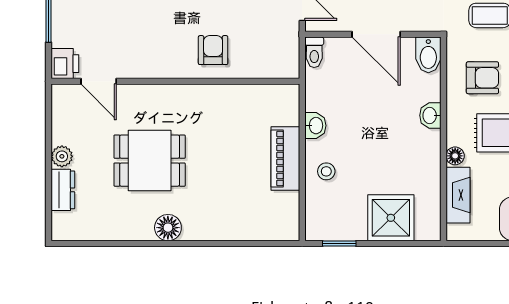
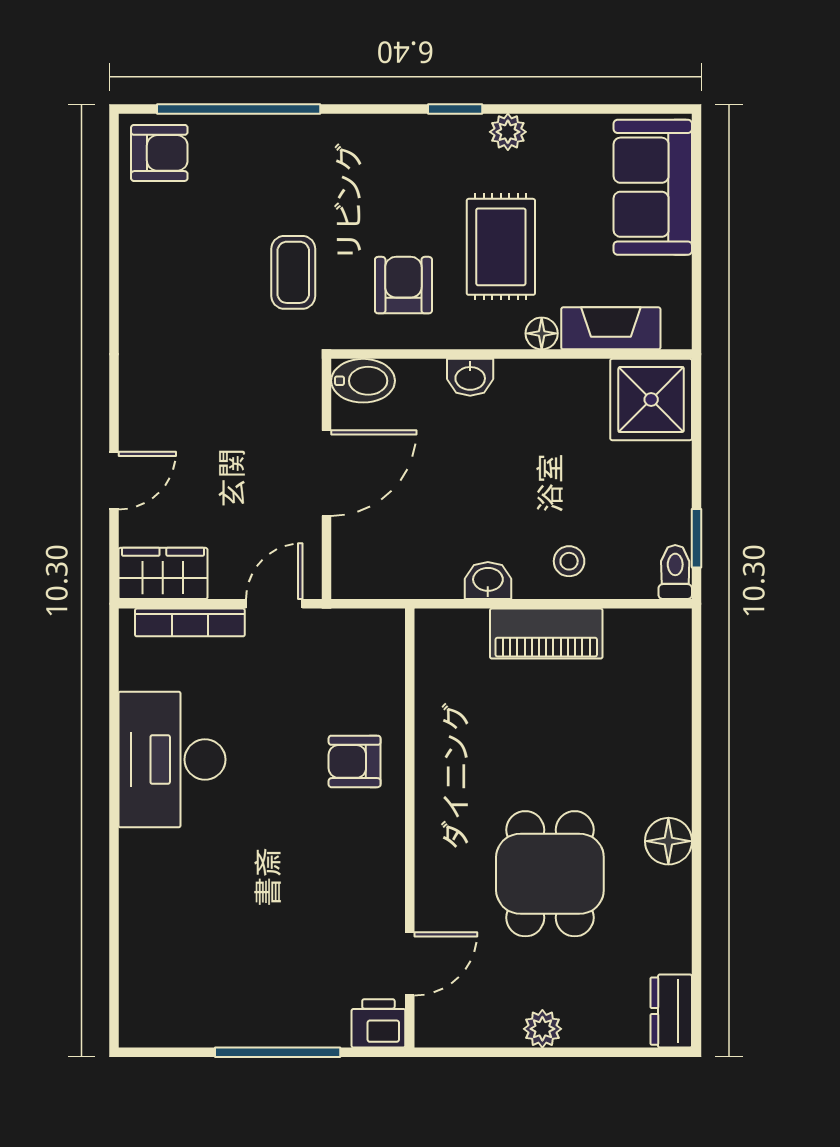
toilet: (314, 52) -> (675, 572), moved, turned -90
dresser: (63, 190) -> (671, 1011), moved, turned -90
shower: (391, 218) -> (651, 400), moved

